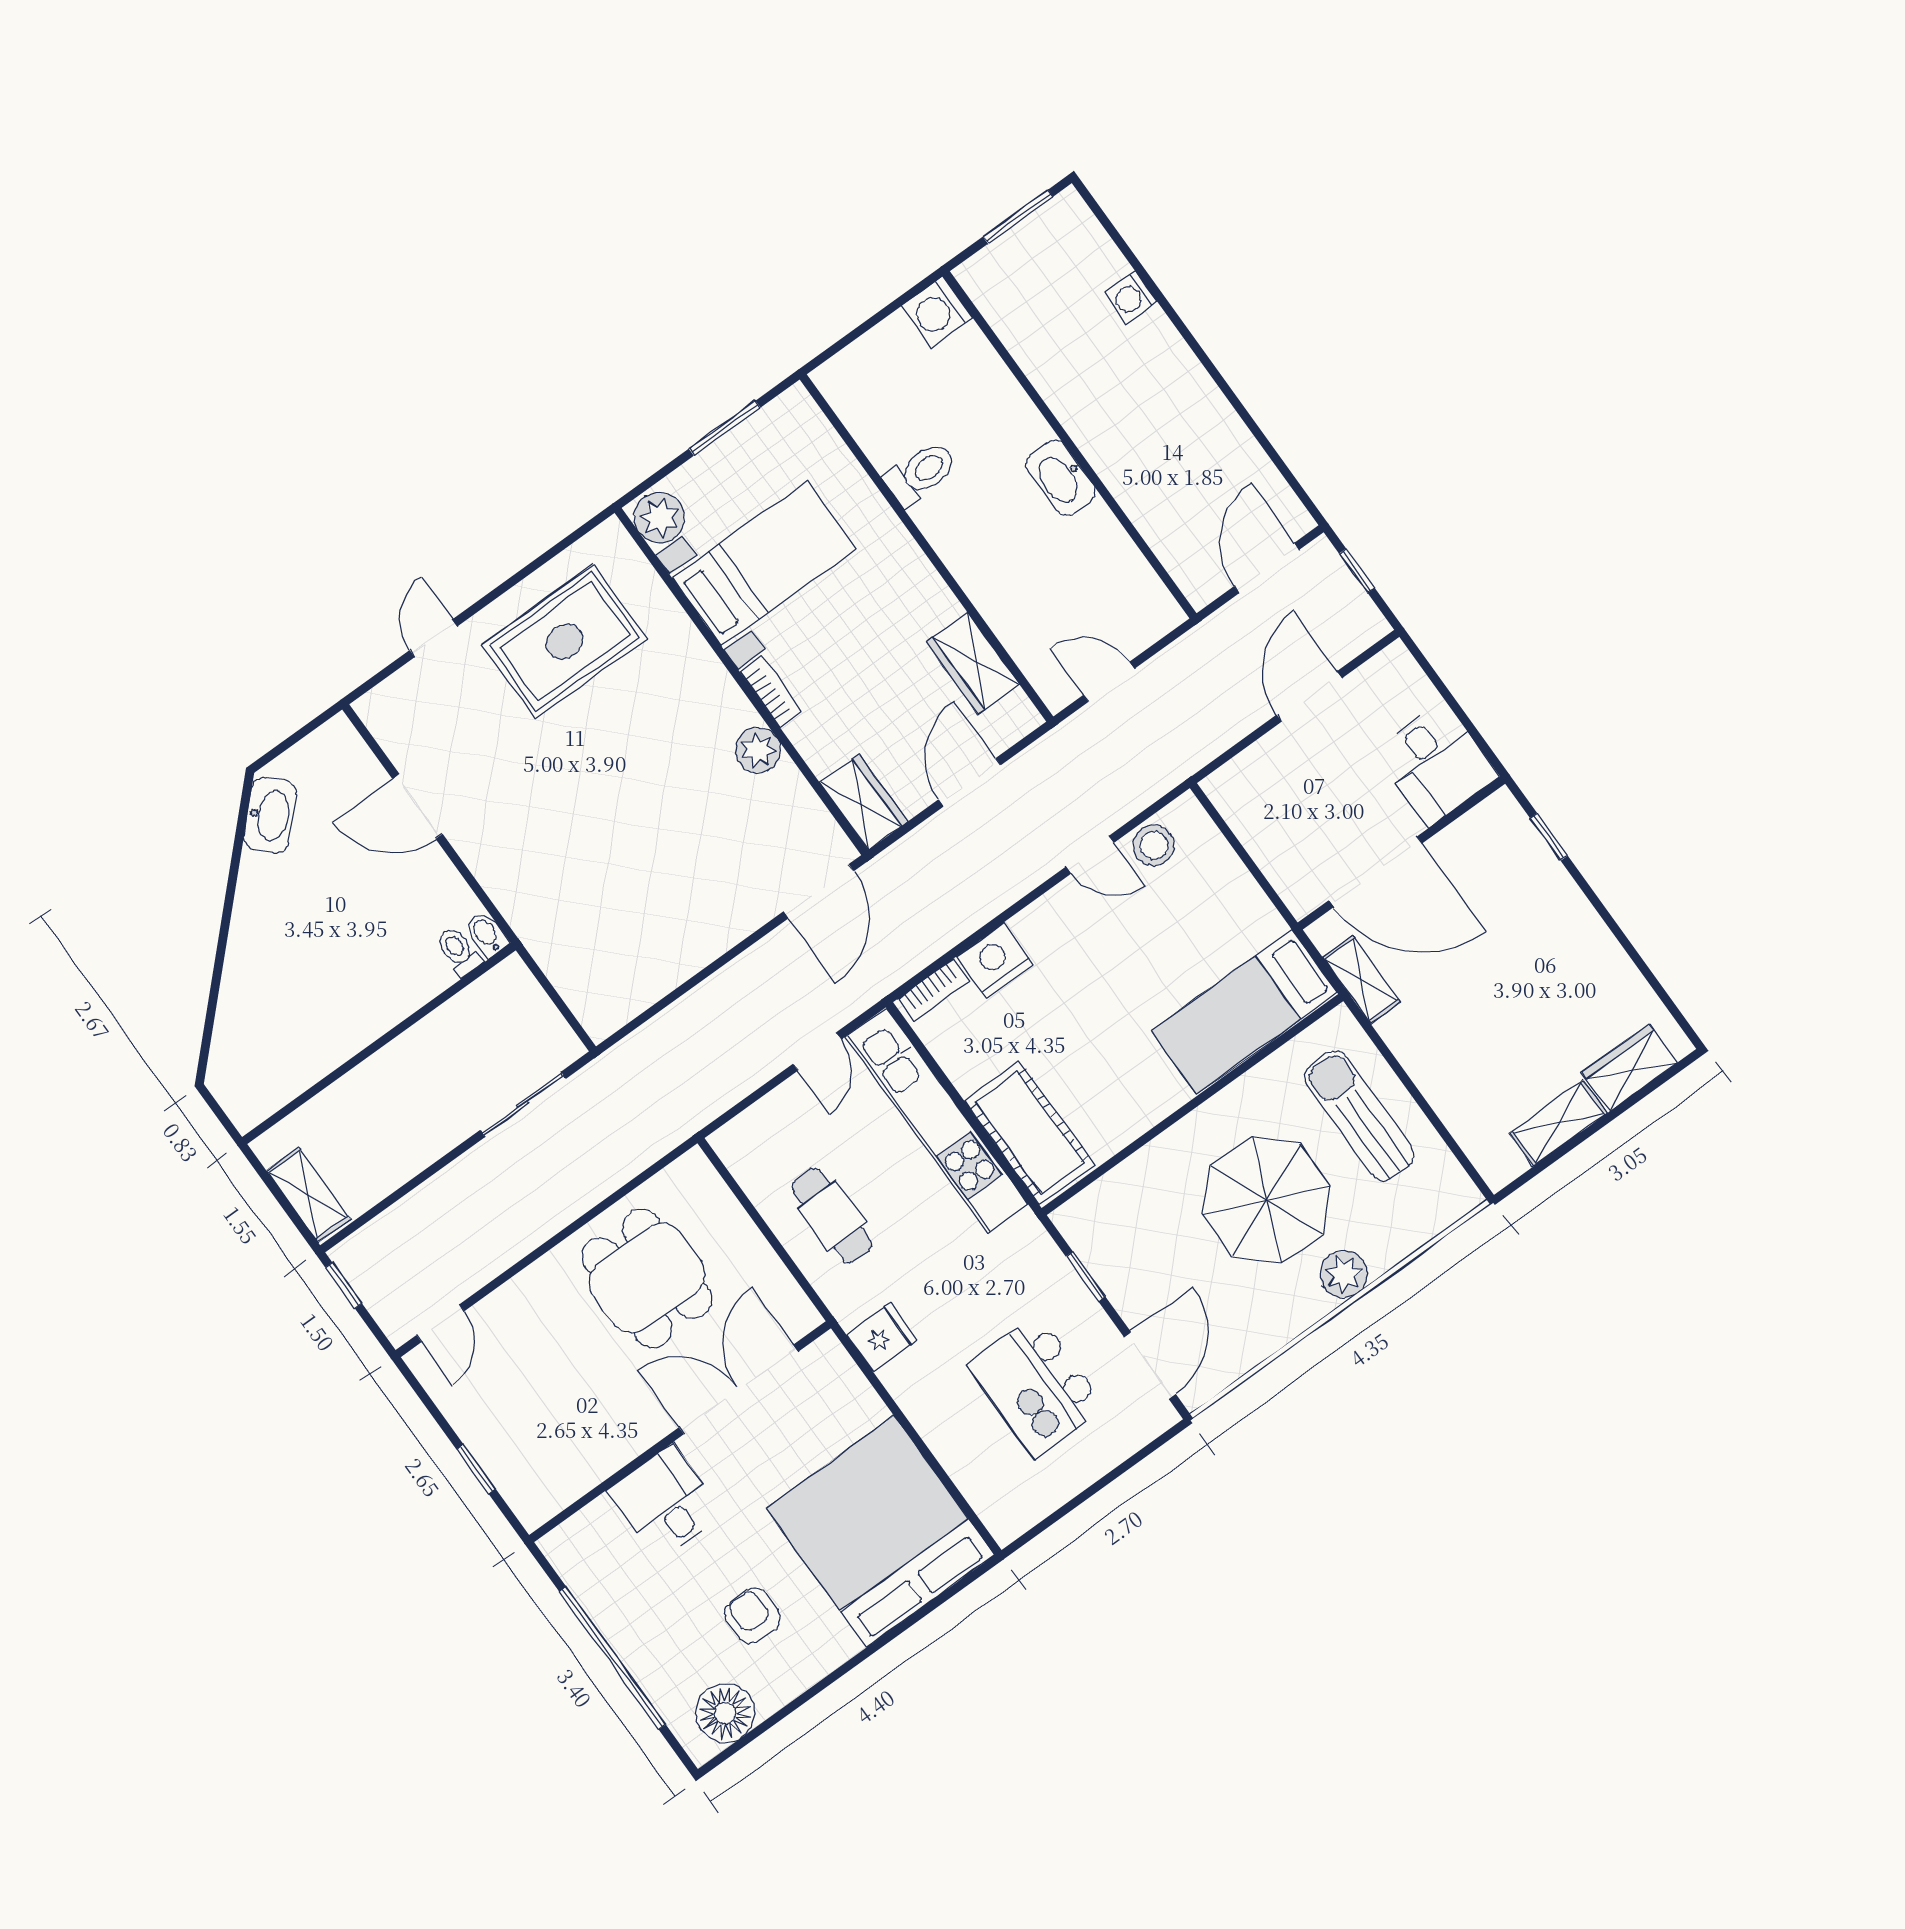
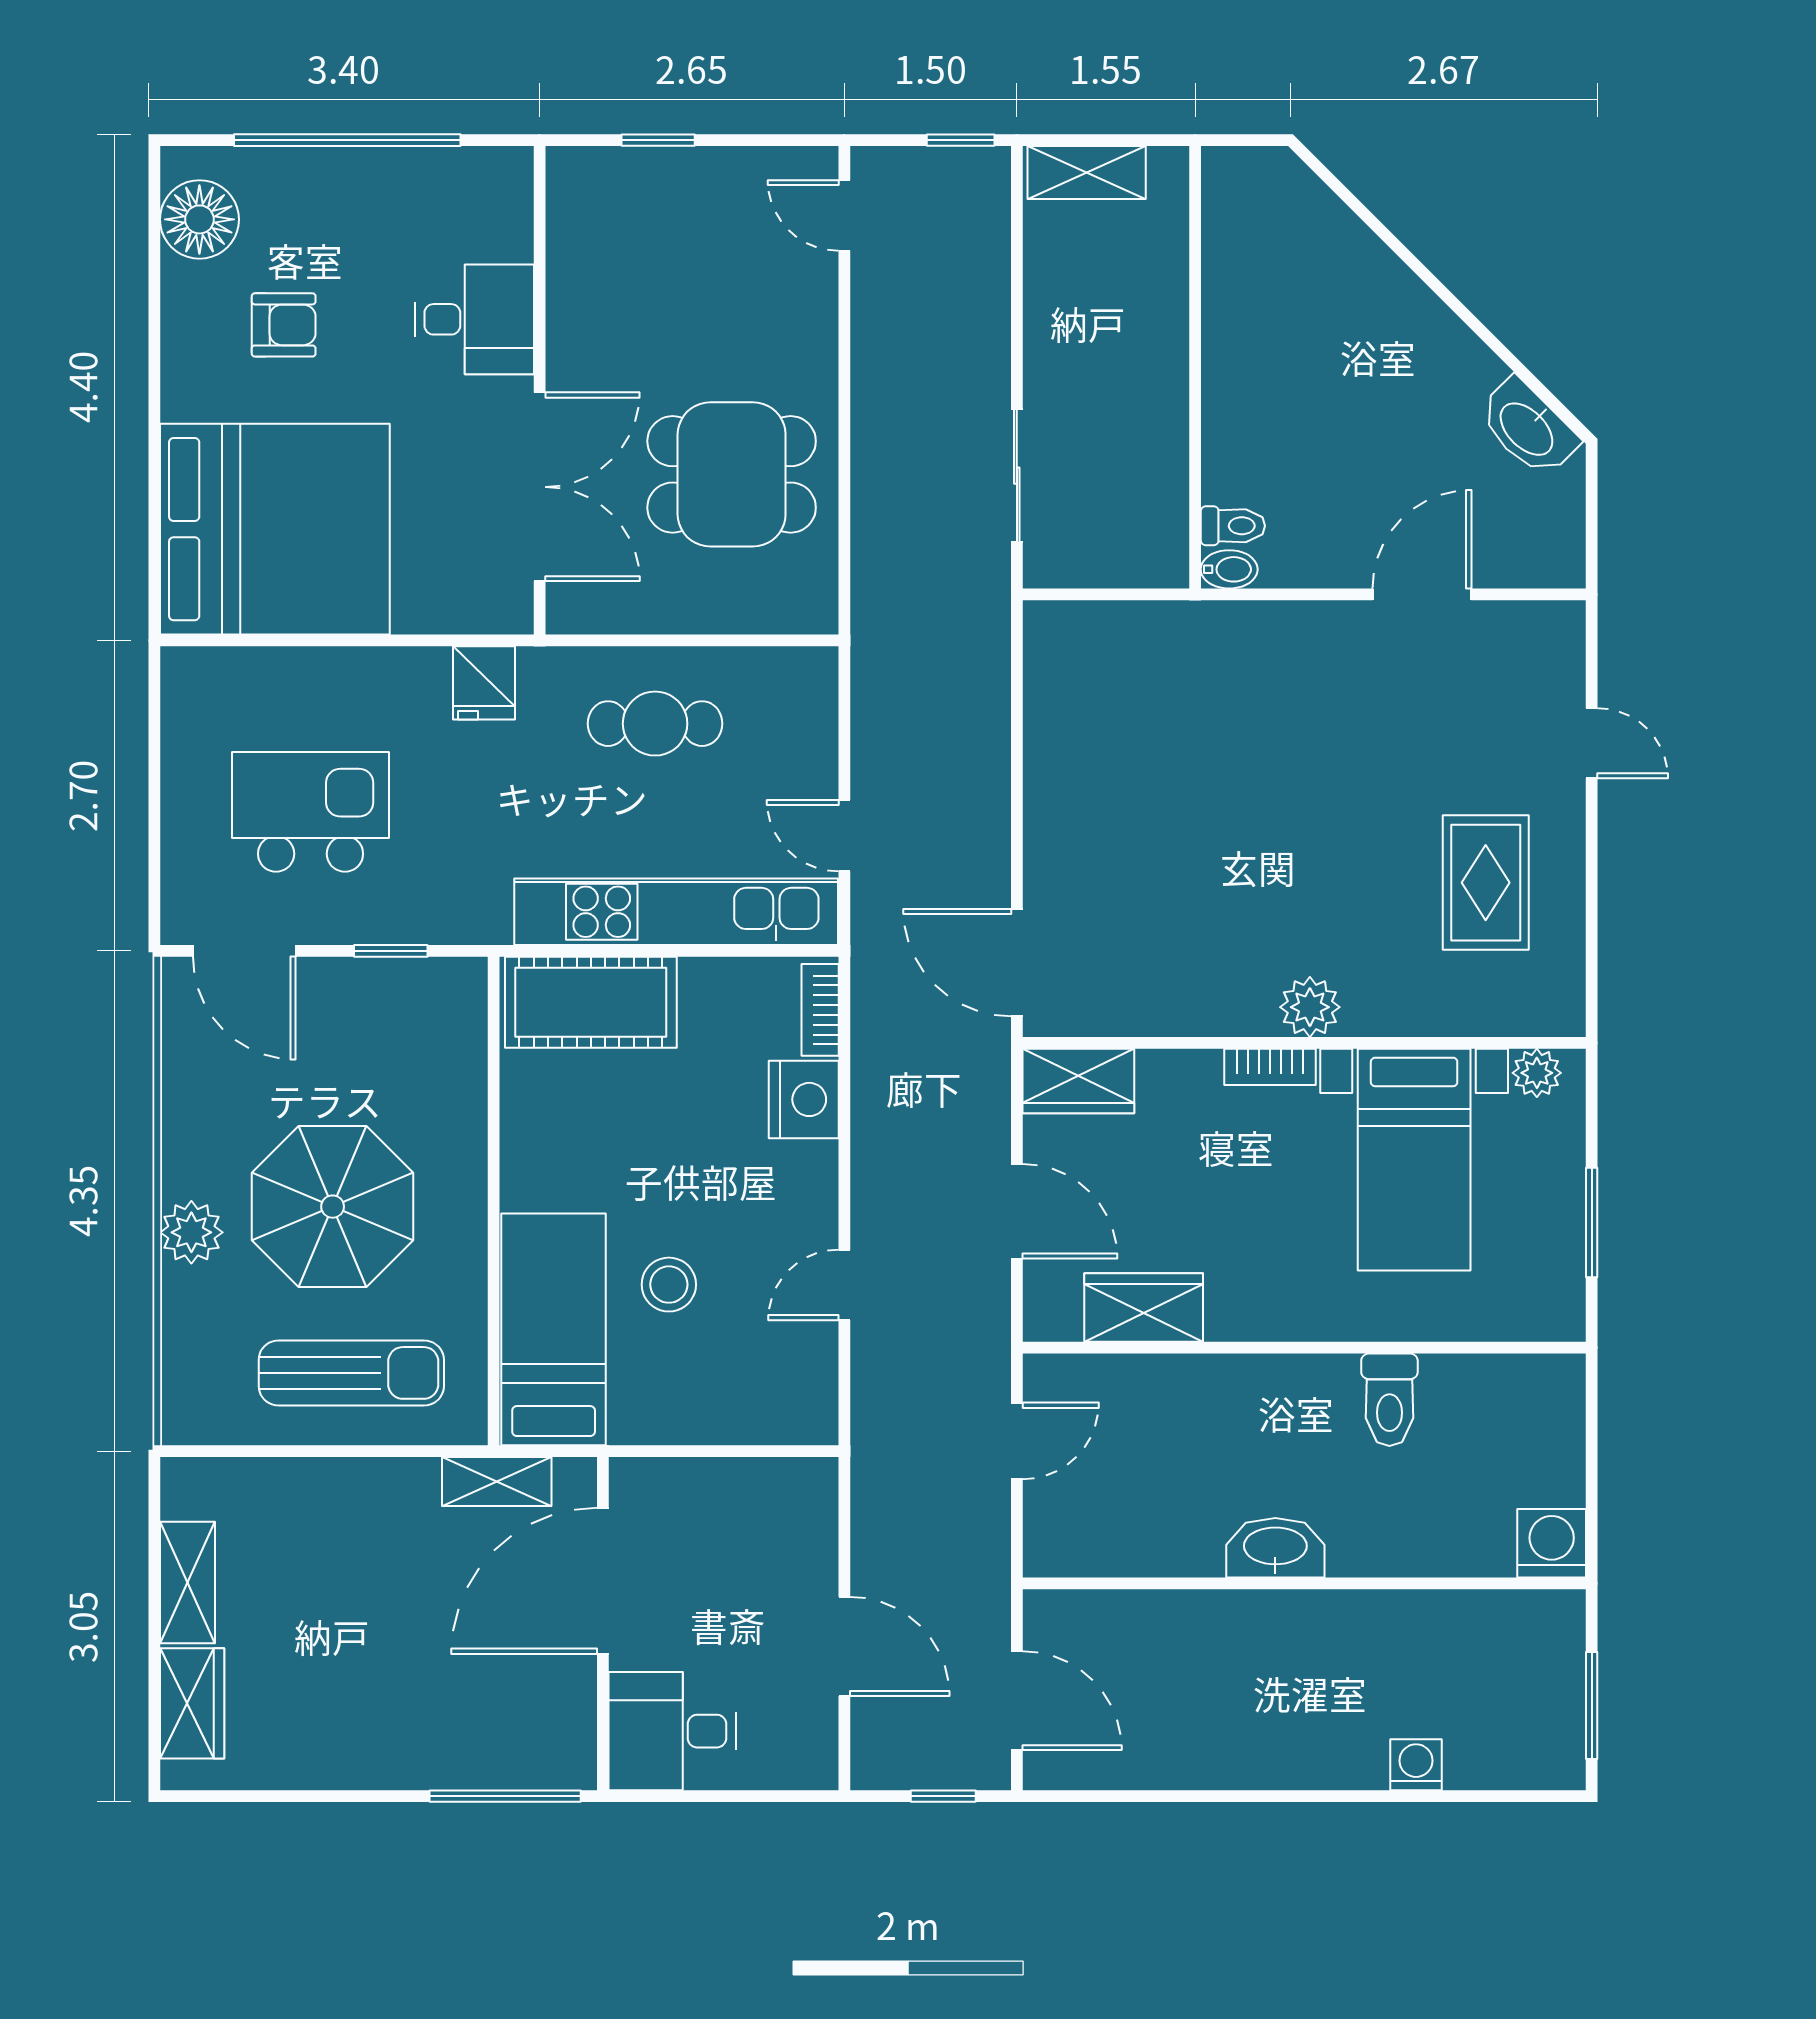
plant: (659, 518) -> (1537, 1073), width x0.73, depth x0.73
rug: (565, 641) -> (1486, 883), width x0.73, depth x0.70
plant: (758, 750) -> (1310, 1007), moved
window: (1549, 837) -> (505, 1796), width x2.17
stool: (1154, 845) -> (669, 1285), moved

